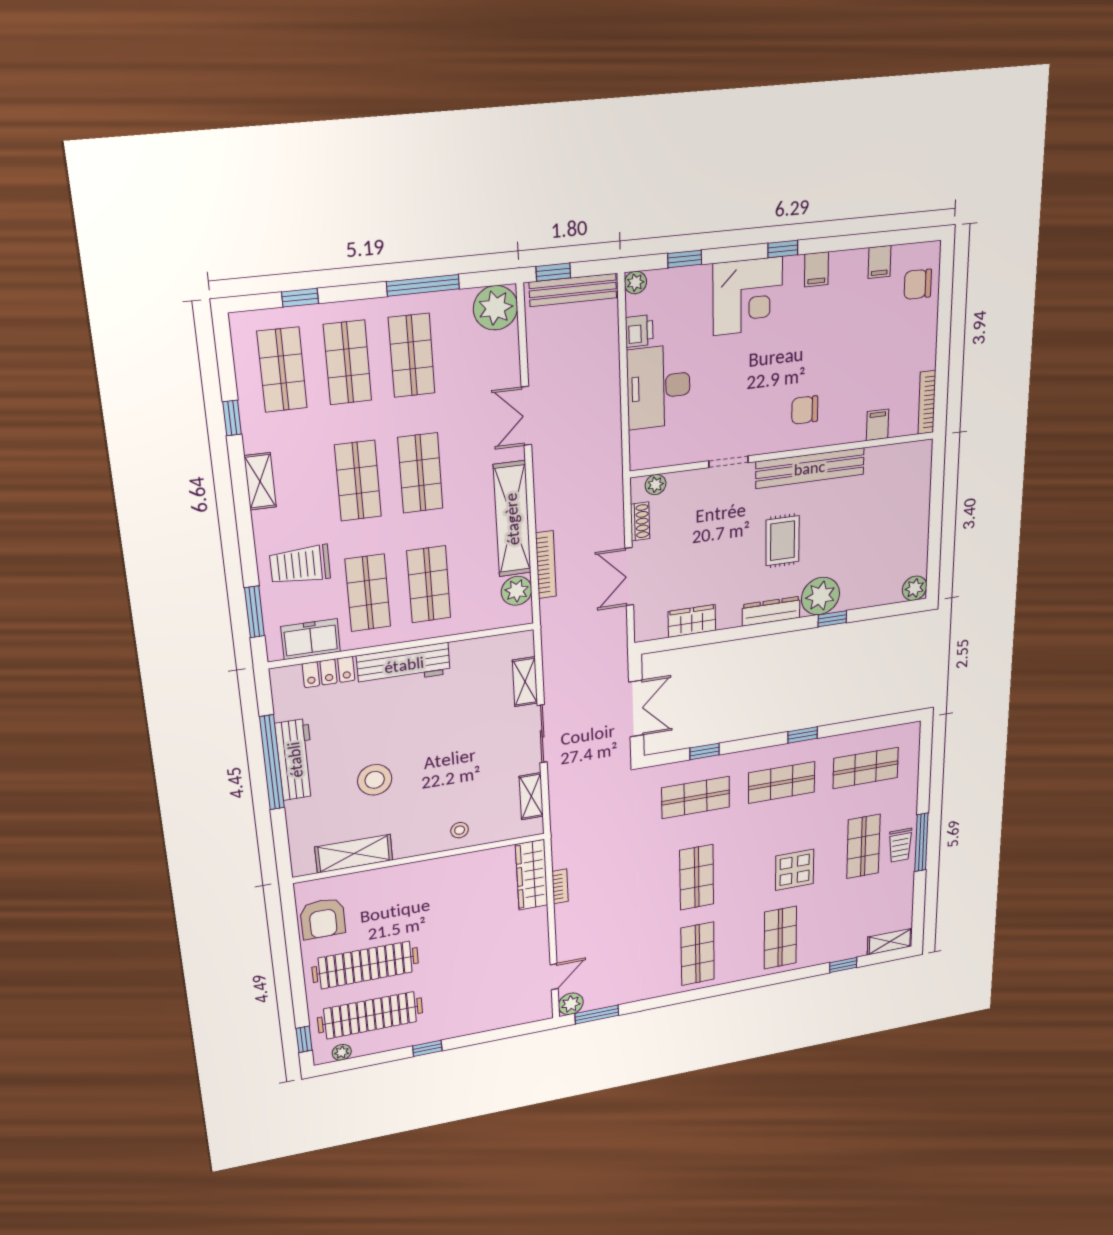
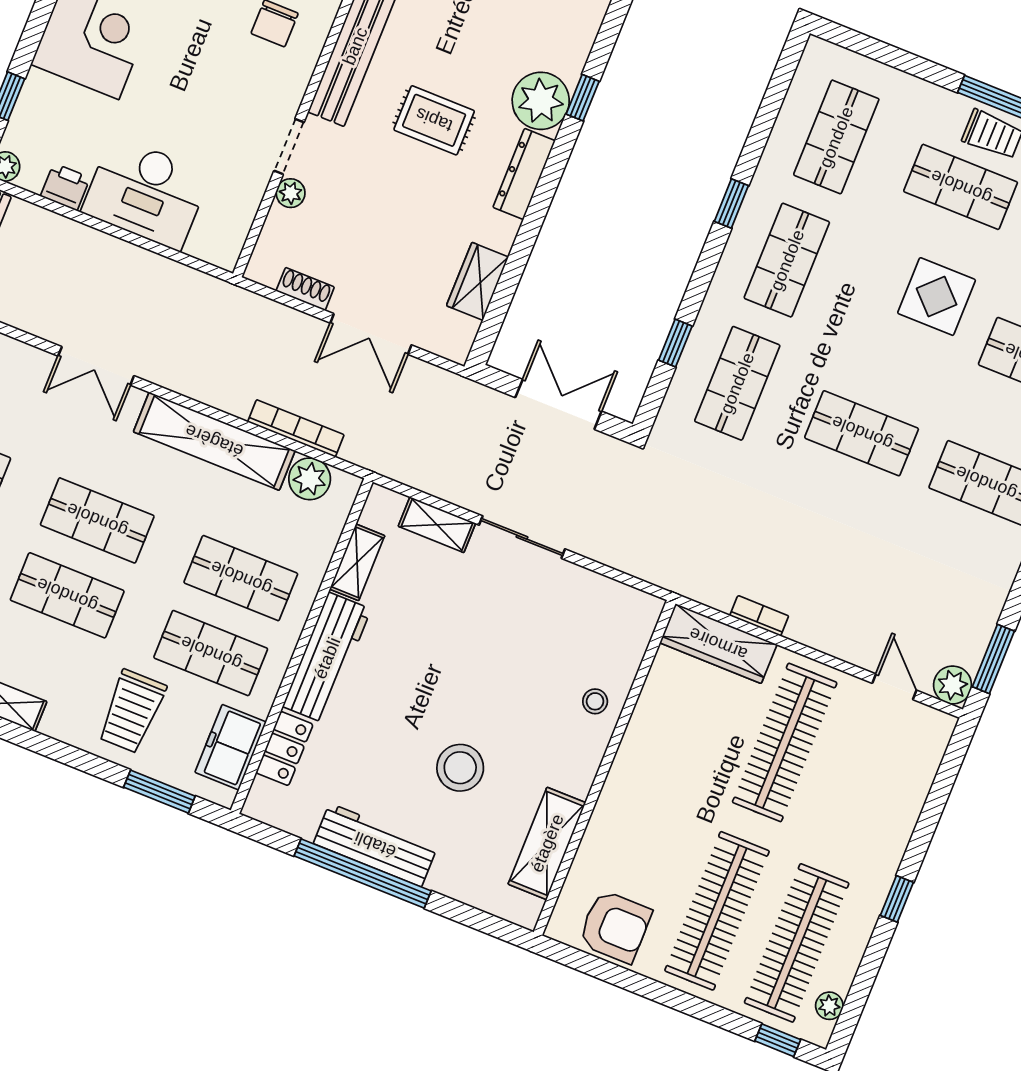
plant: (656, 485) -> (291, 193), moved
shelving: (531, 796) -> (357, 562), moved, turned 90
clothes rail: (490, 942) -> (785, 742), added

